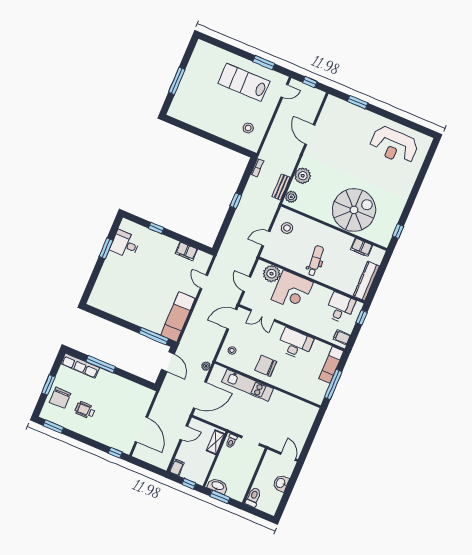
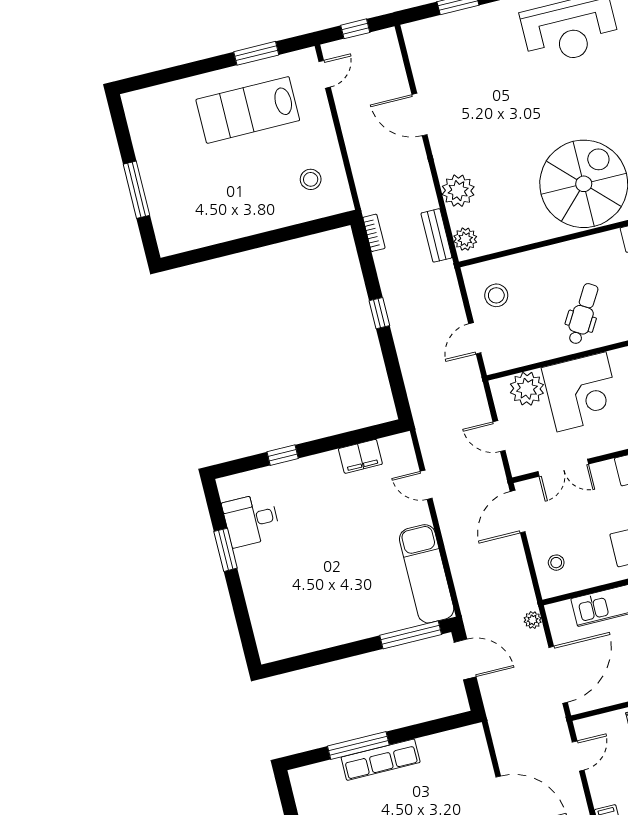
dental chair: (316, 261) -> (583, 314), turned 37
row of seats: (80, 366) -> (381, 760), moved

